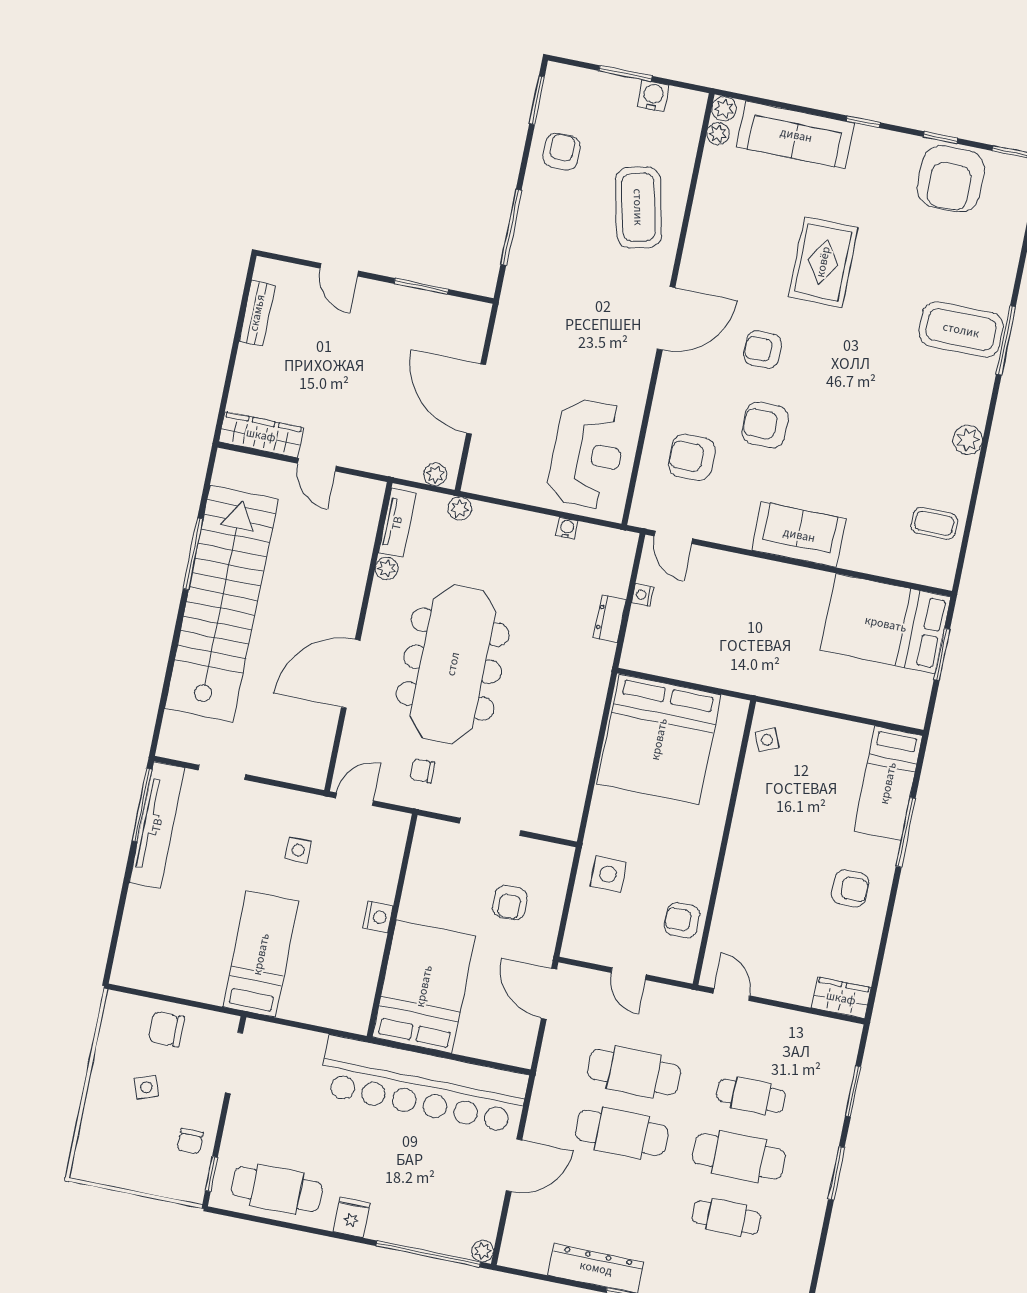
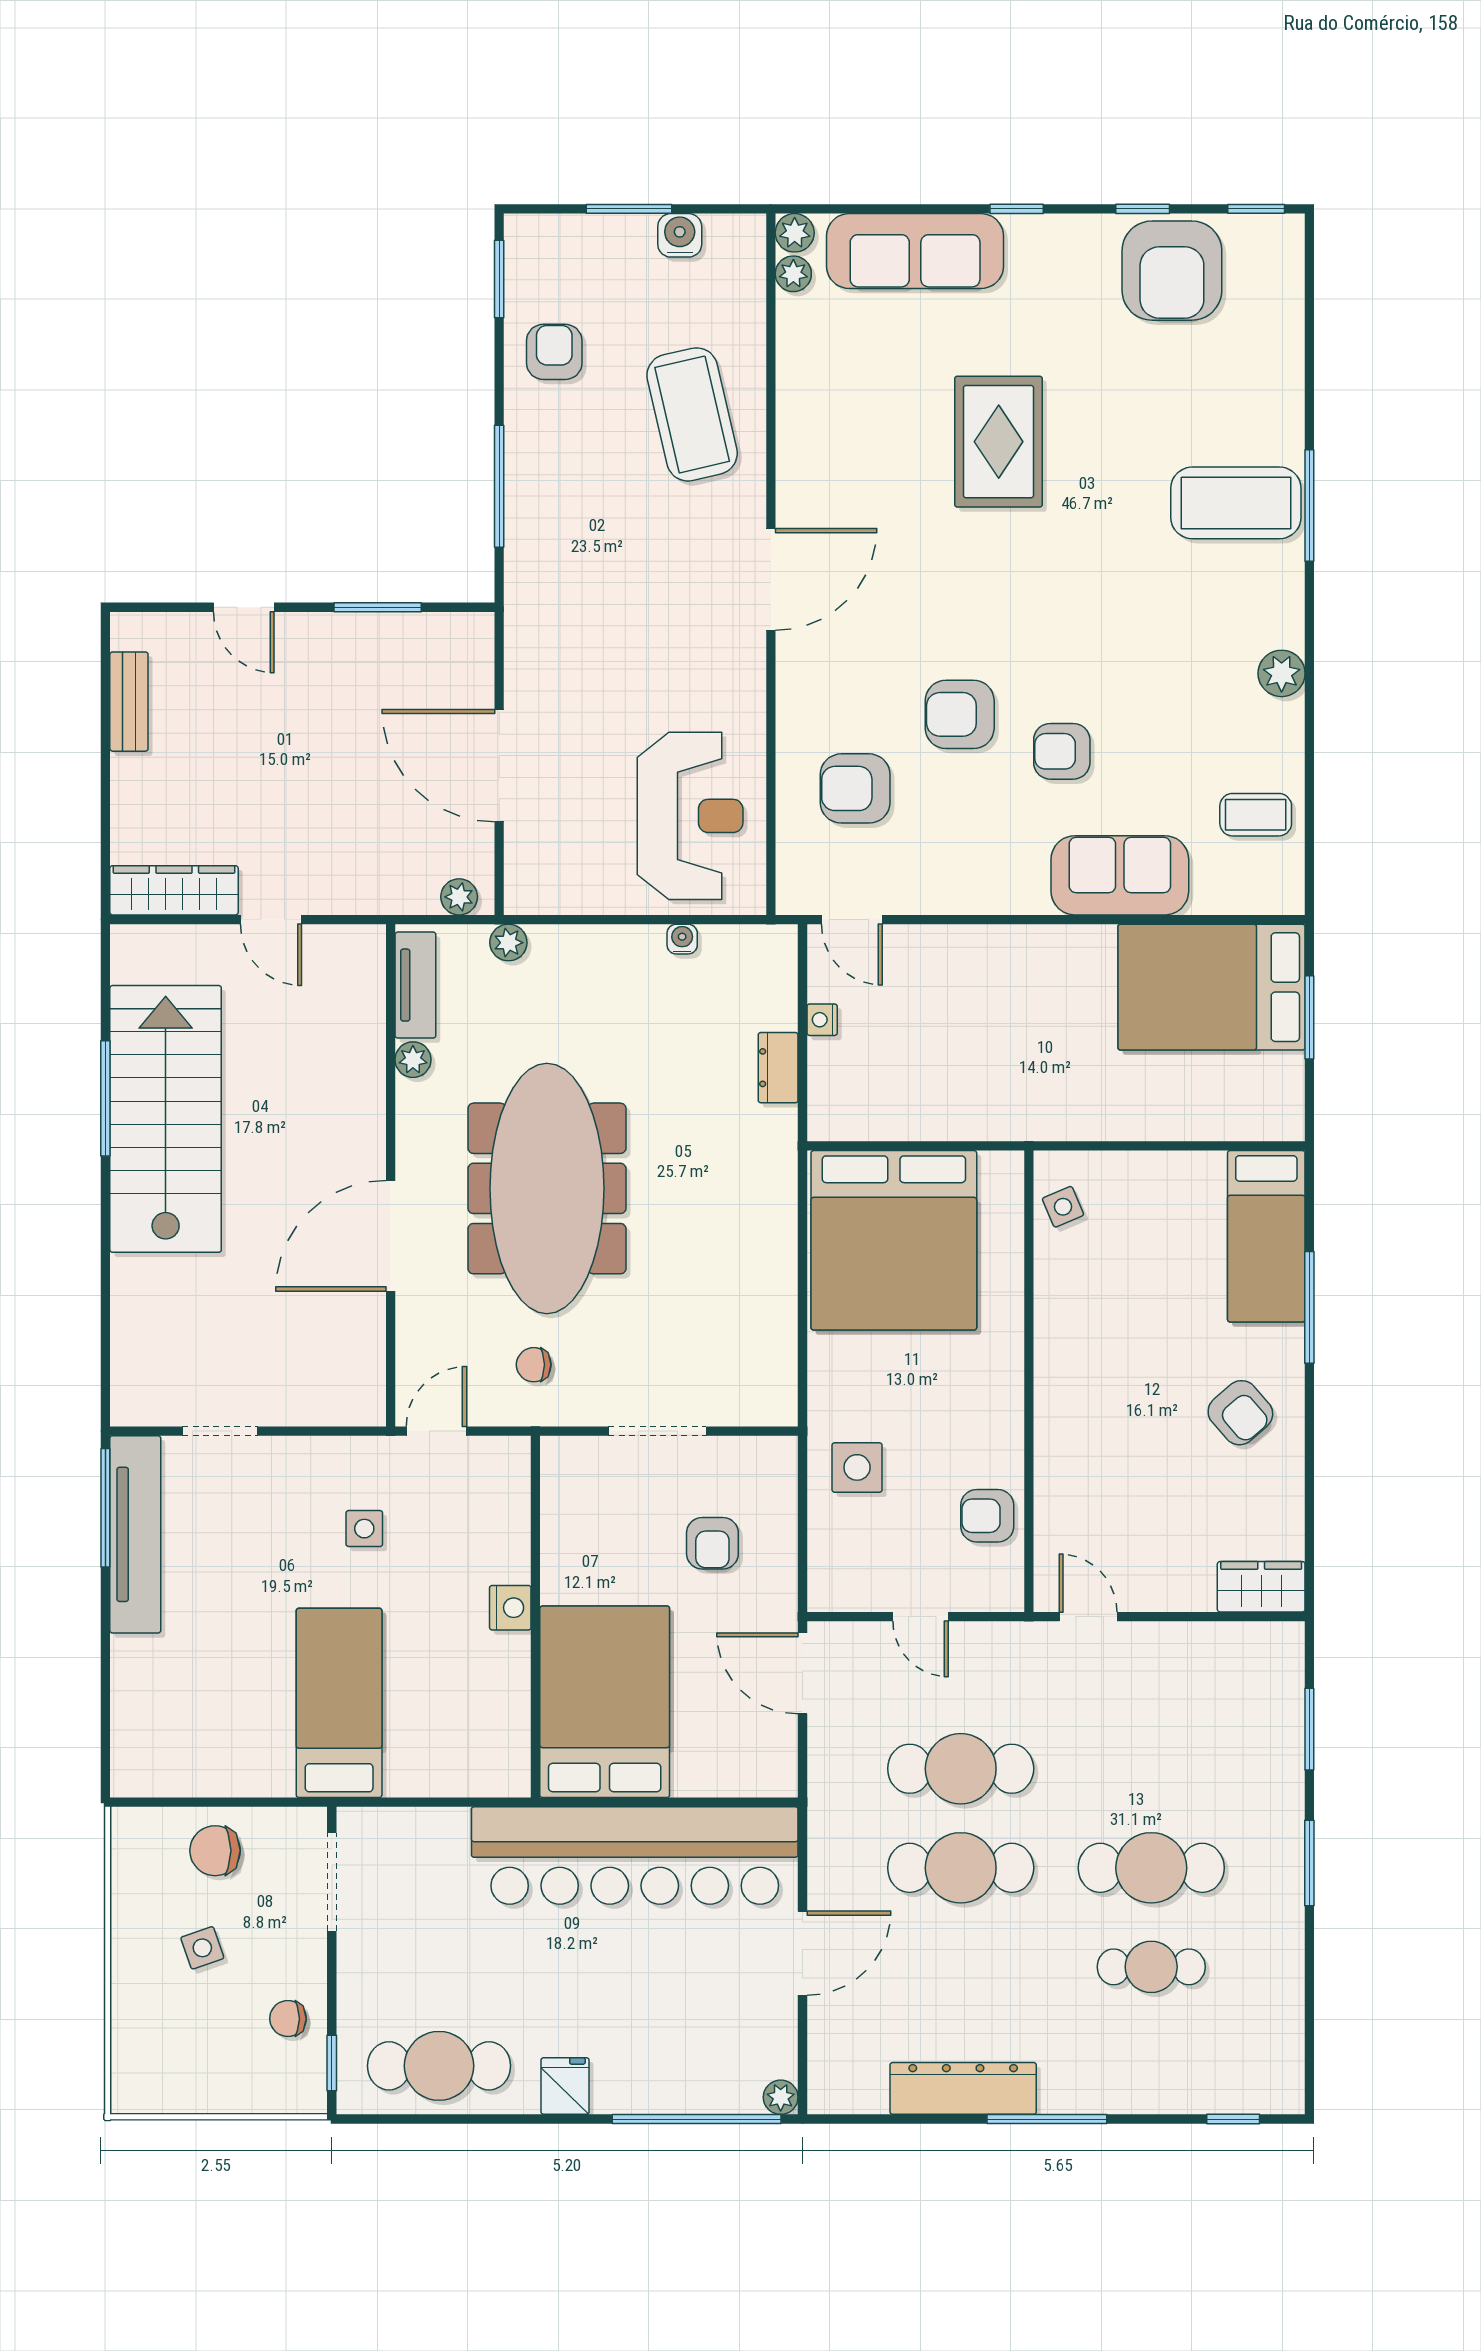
armchair: (763, 350) -> (1062, 751), moved
sofa: (799, 535) -> (1120, 875), moved
stairs: (221, 604) -> (166, 1119), width x0.73
armchair: (850, 888) -> (1240, 1413), turned 49
cafe table: (751, 1096) -> (1151, 1769), removed
chair: (190, 1141) -> (288, 2019), turned 90

